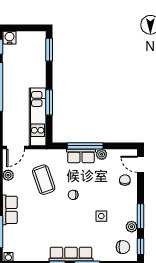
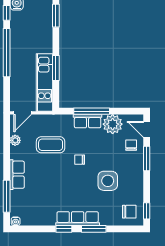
plant: (102, 154) -> (113, 124), width x1.88, depth x1.88
coffee table: (44, 180) -> (51, 145), turned -71
side table: (101, 216) -> (108, 181), width x1.87, depth x1.87
window: (141, 216) -> (147, 158), moved
plant: (132, 227) -> (138, 191), removed

